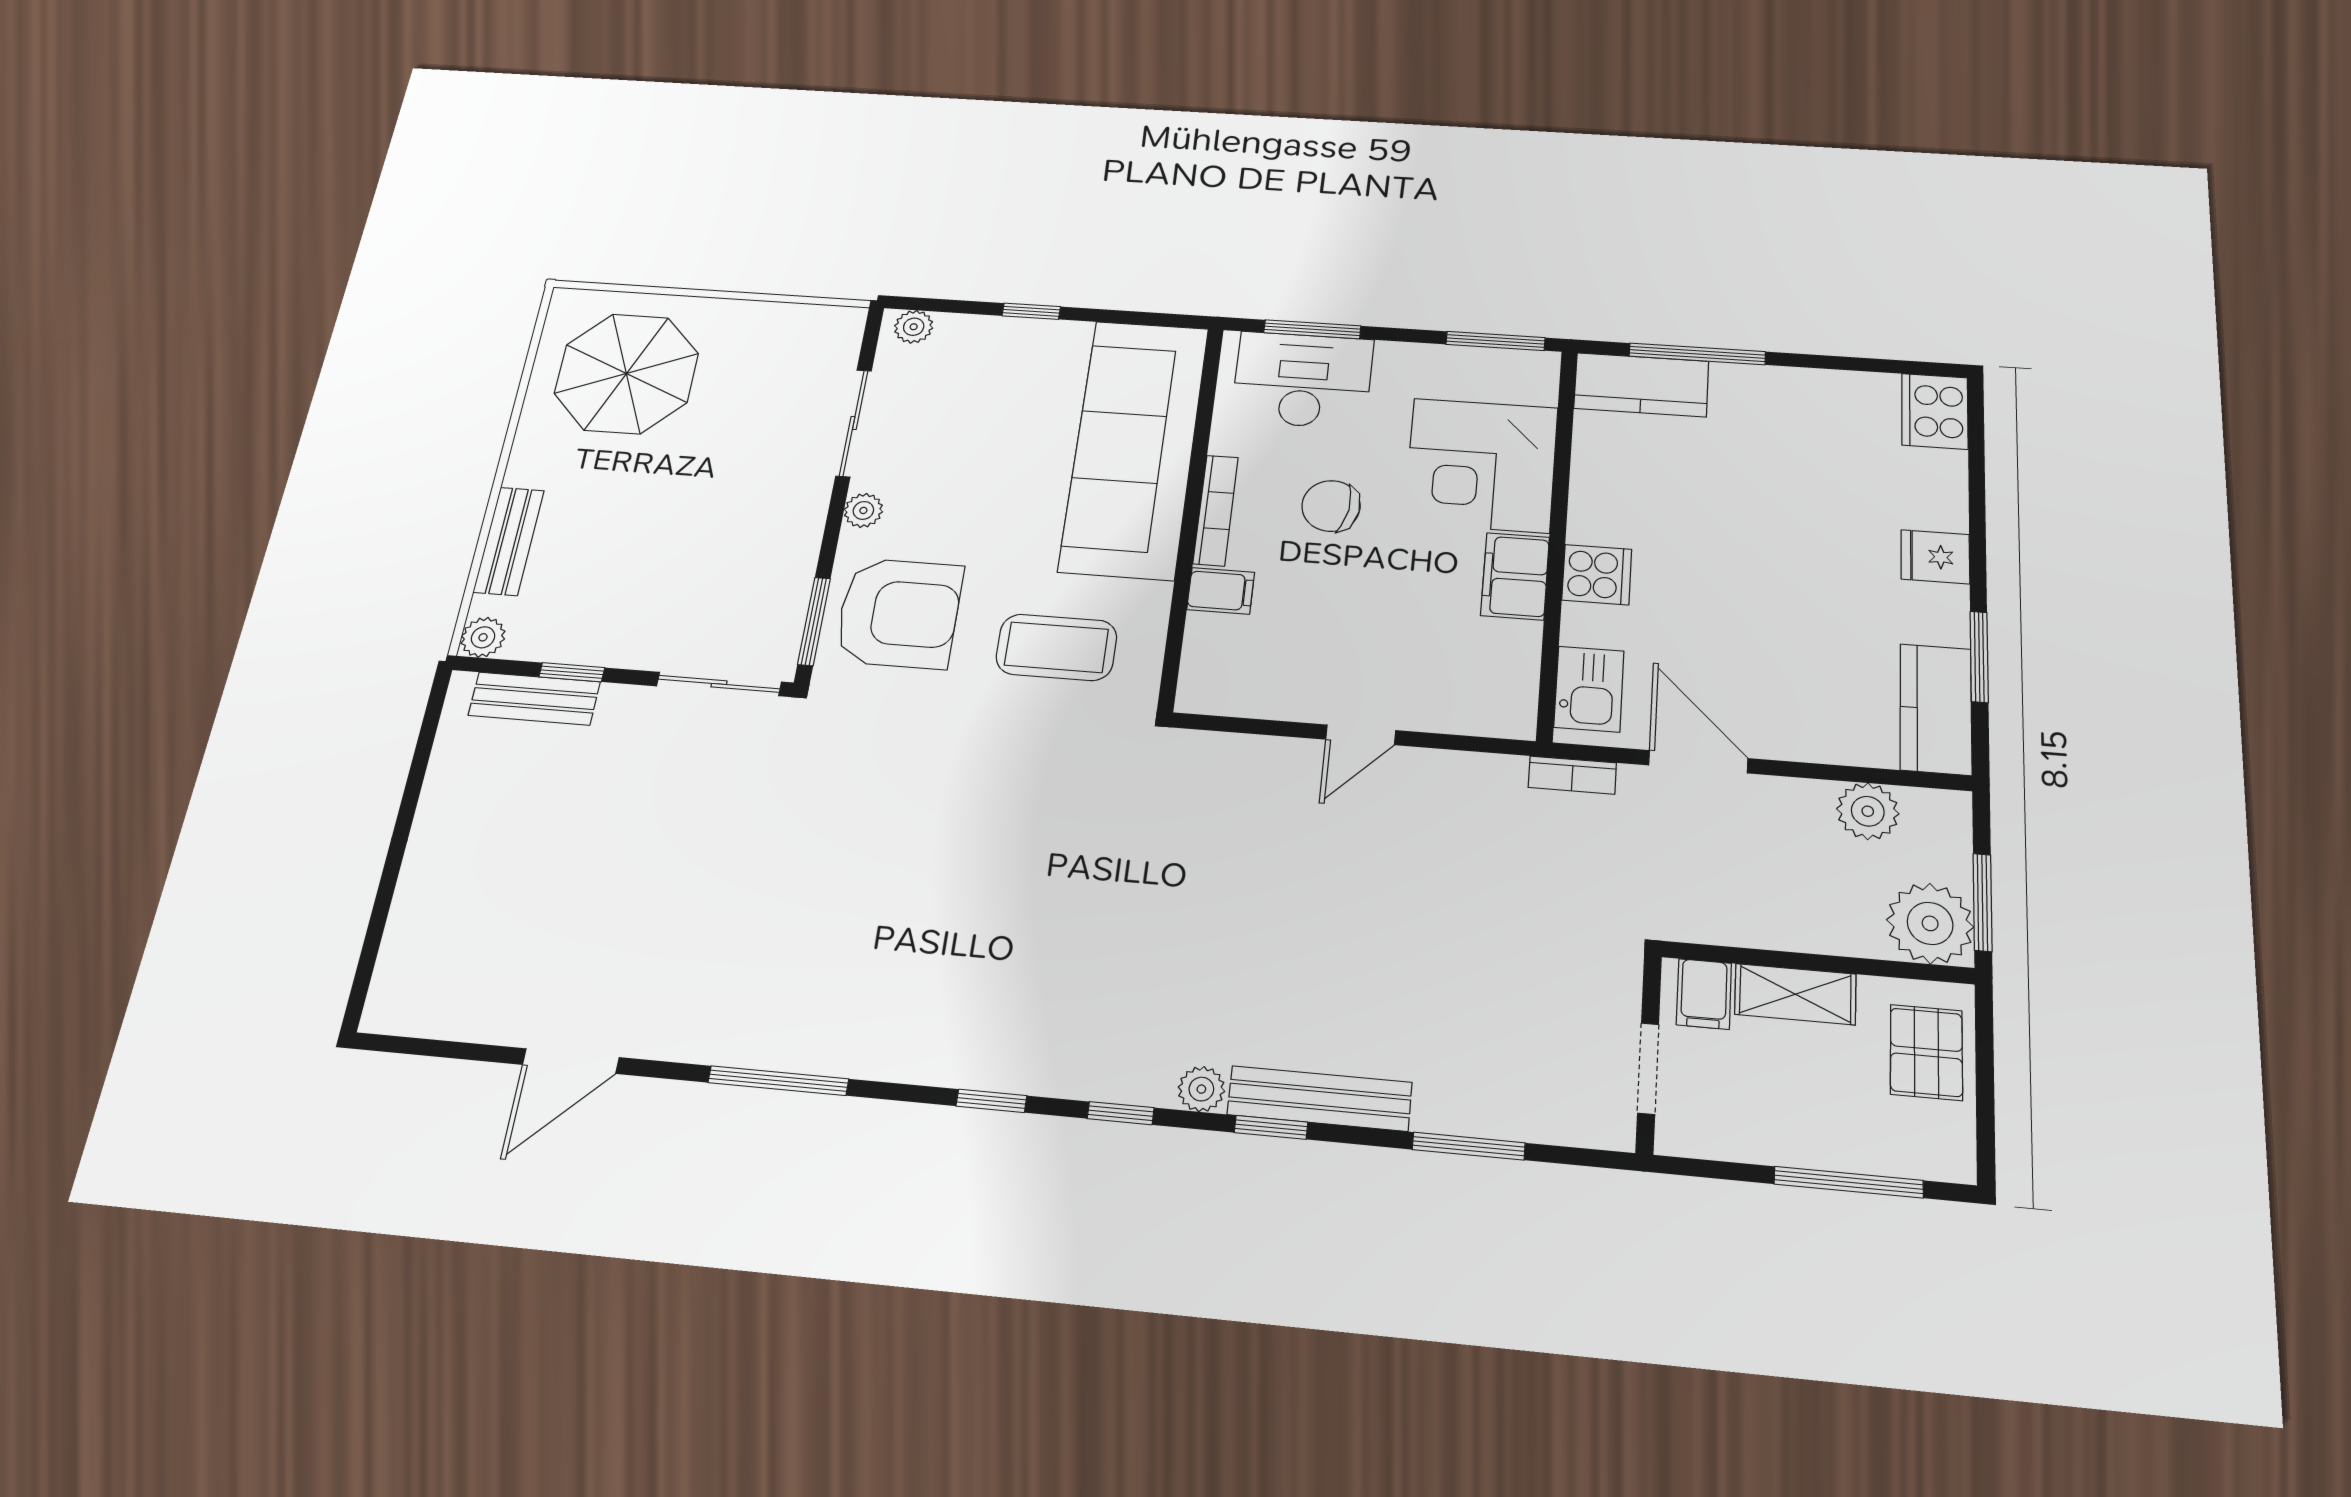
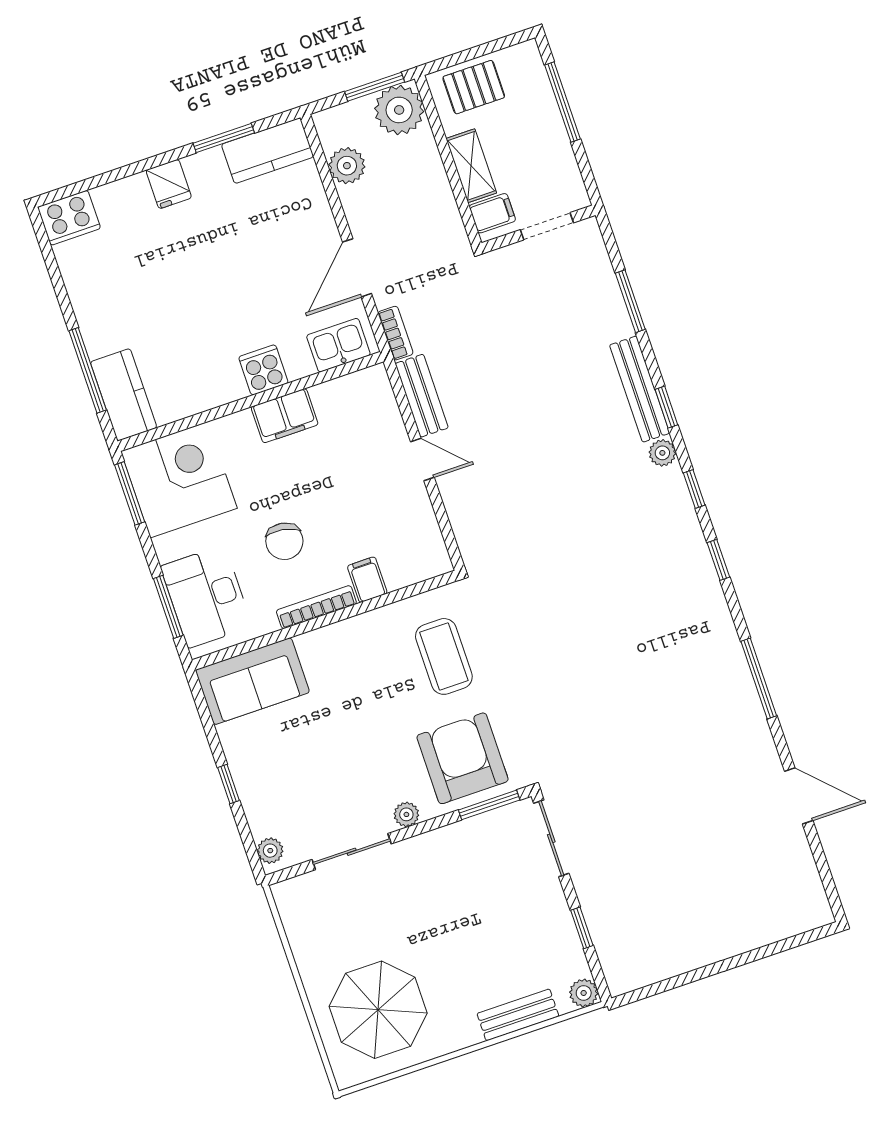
sofa: (1134, 448) -> (252, 681), width x0.54, depth x0.79
corner desk: (1481, 465) -> (179, 480), moved, turned -90
bench: (534, 699) -> (422, 396), moved

